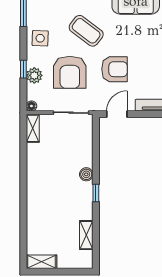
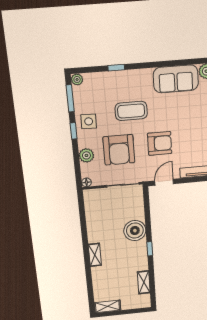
coffee table: (86, 31) -> (131, 111), turned -37
window: (23, 69) -> (74, 131), moved
shelving: (33, 128) -> (95, 255), moved
boiler: (86, 174) -> (135, 231), width x1.86, depth x1.86

